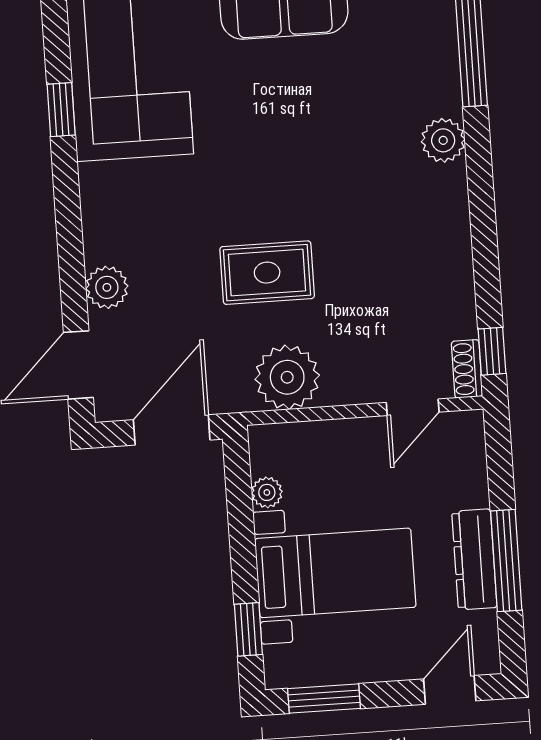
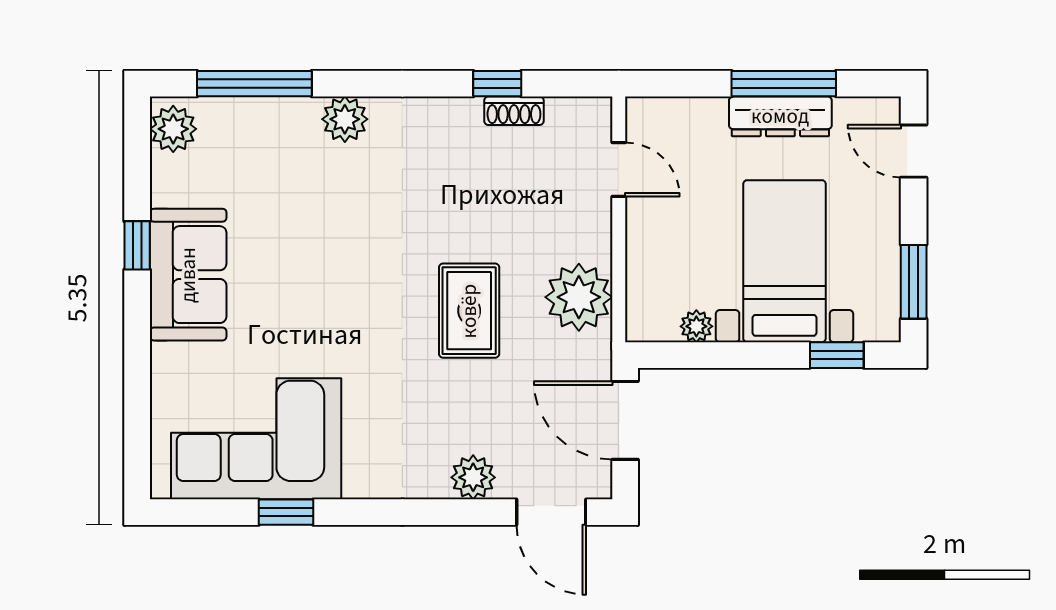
window: (492, 351) -> (497, 84), moved
shoe rack: (467, 369) -> (514, 111), moved

